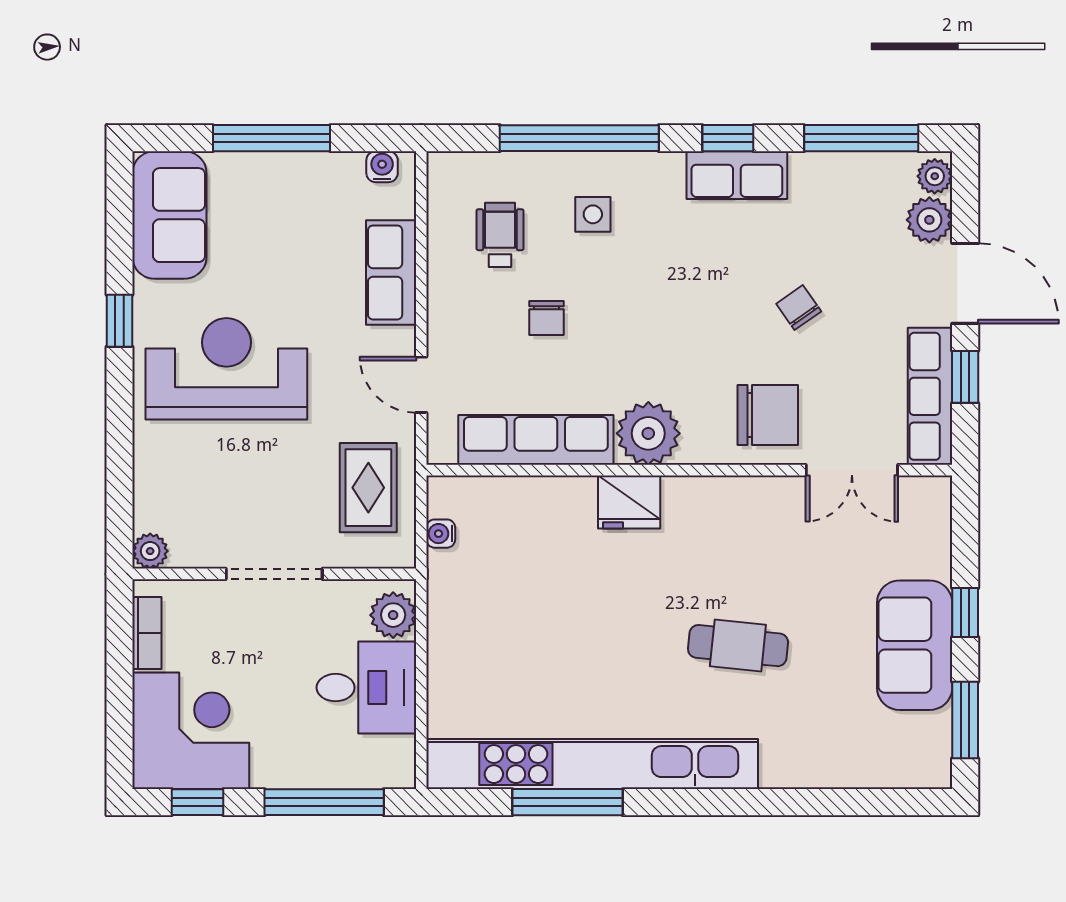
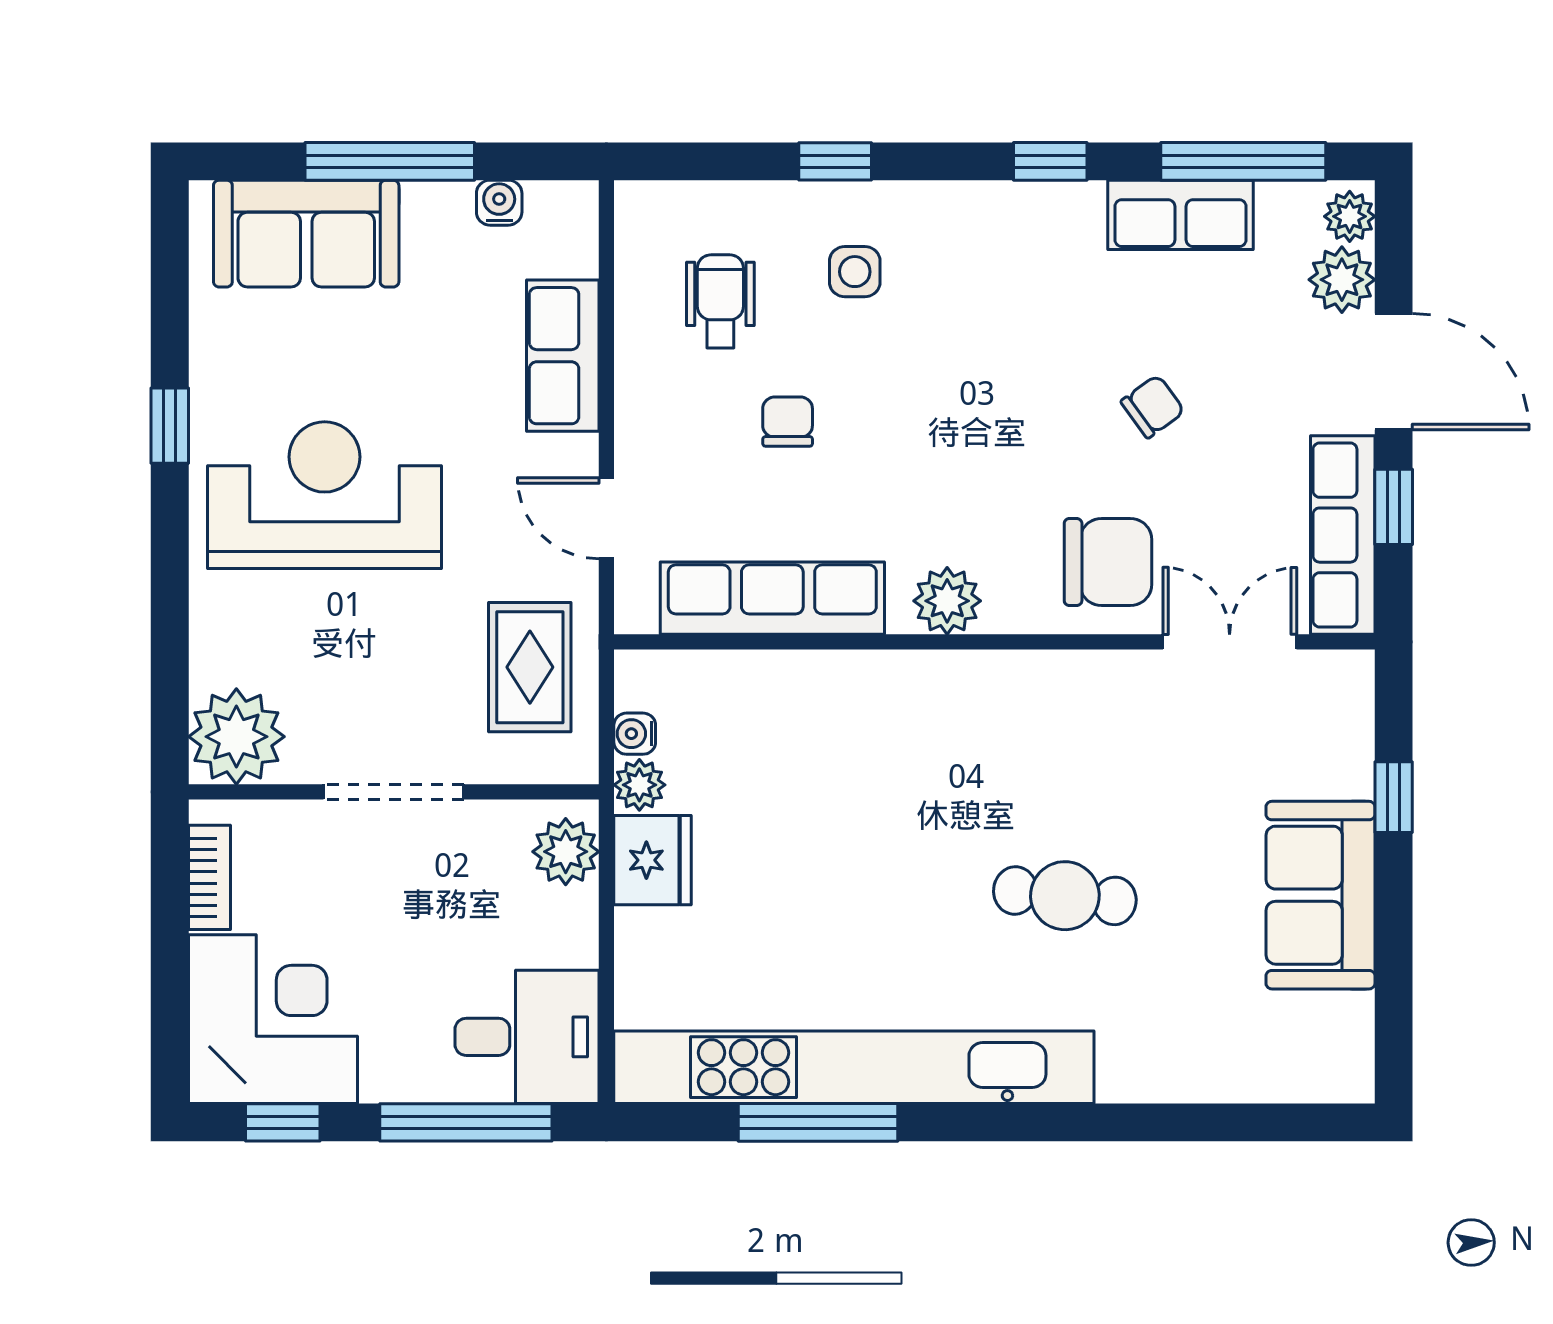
window: (579, 138) -> (835, 161), width x0.32
water cooler: (382, 167) -> (499, 203), moved
row of seats: (737, 175) -> (1180, 215), moved
sofa: (169, 215) -> (306, 234), moved, turned 90
chair: (799, 308) -> (1153, 406), turned 89
chair: (546, 318) -> (788, 422), turned 180
plant: (648, 433) -> (947, 601), width x0.73, depth x0.73
double door: (852, 470) -> (1230, 642), swing flipped
fridge: (629, 502) -> (653, 860), moved, turned -90
plant: (150, 551) -> (236, 737), width x1.87, depth x1.87
plant: (444, 569) -> (639, 785), added
window: (965, 612) -> (1394, 797), moved
desk: (366, 688) -> (527, 1037), moved
window: (965, 720) -> (1394, 1003), removed

